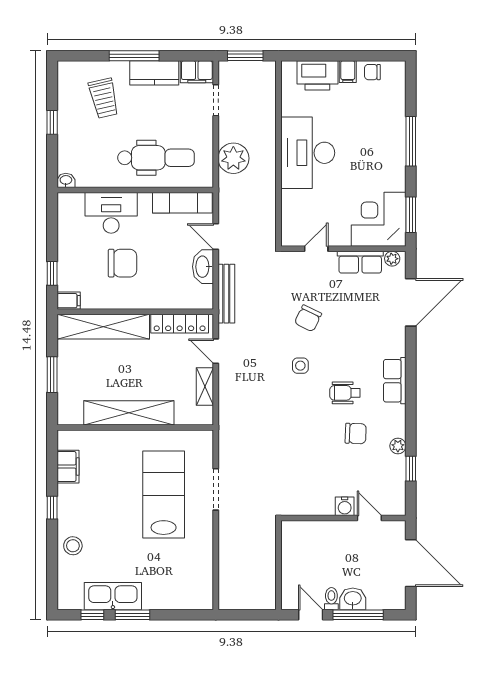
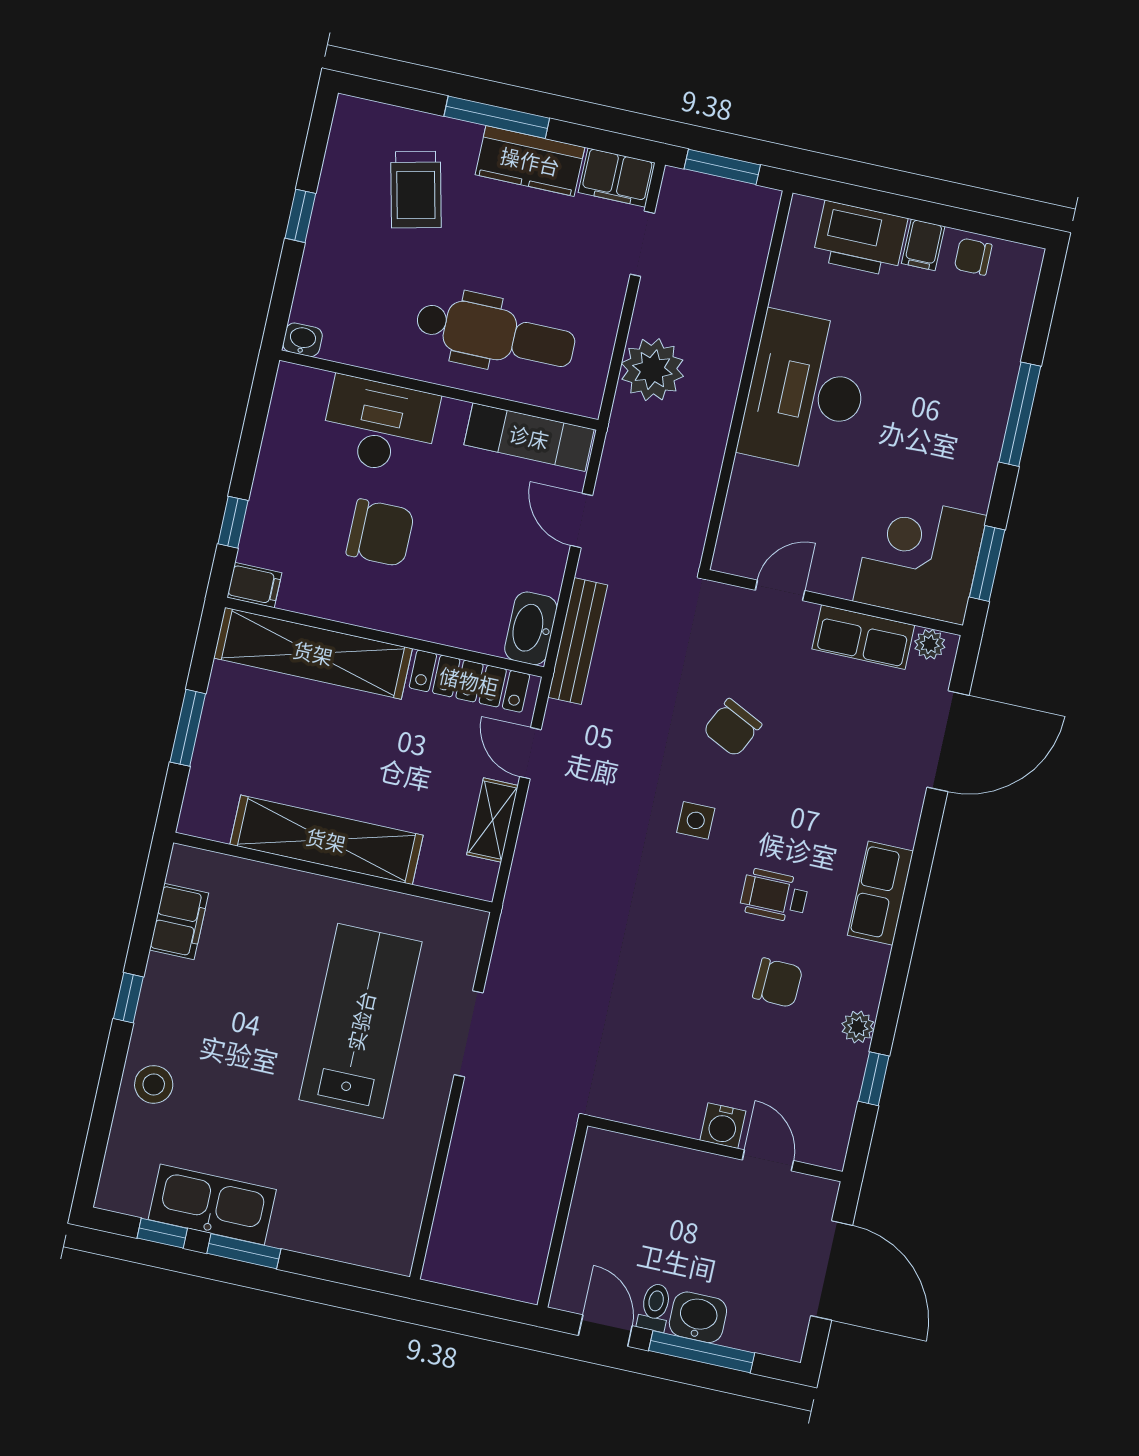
washbasin: (203, 267) -> (531, 628), moved

